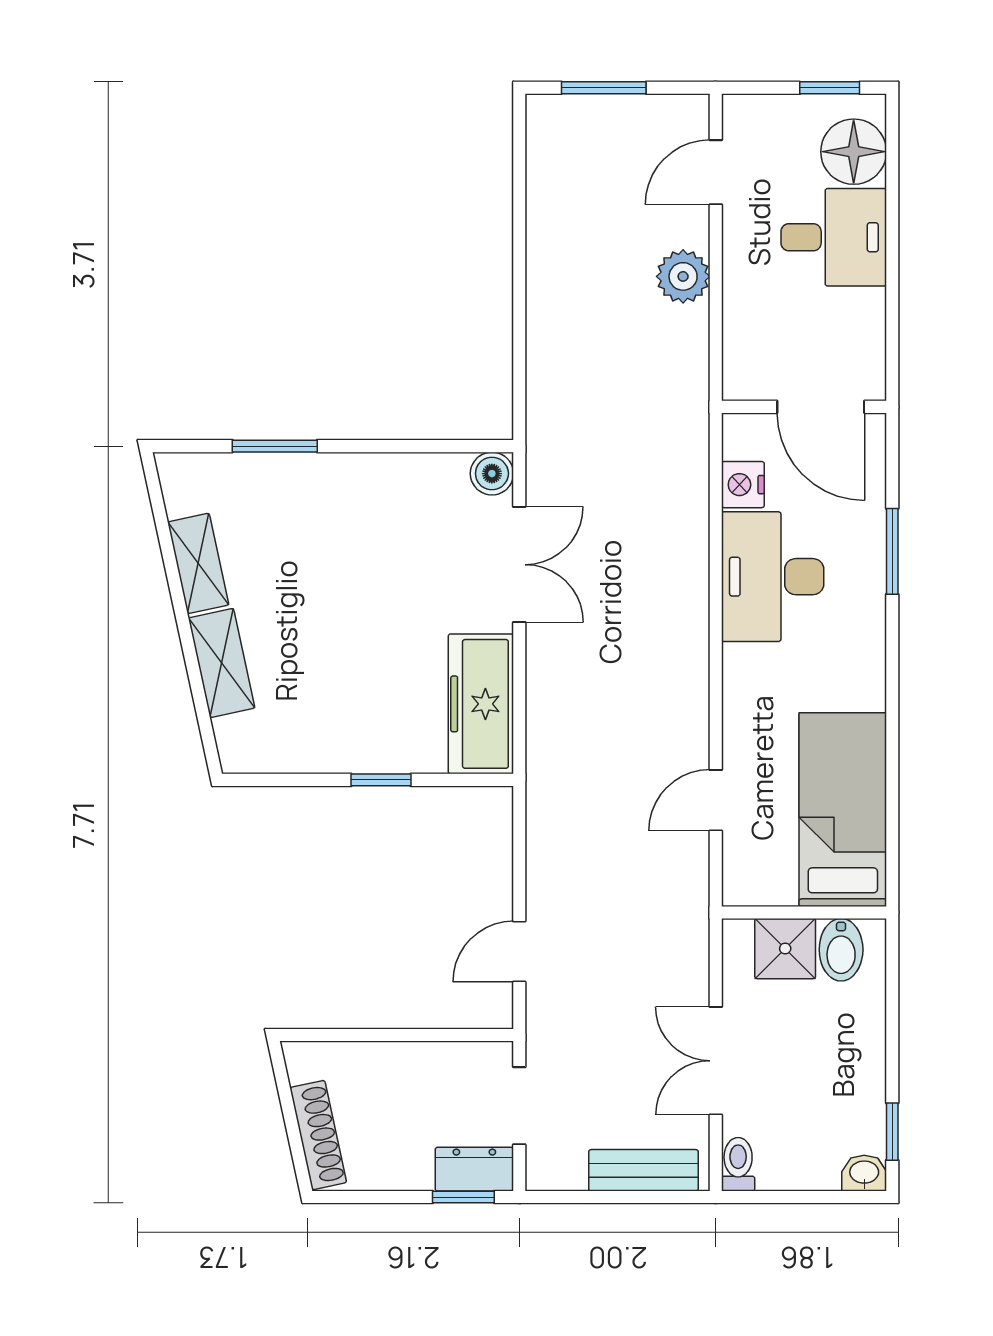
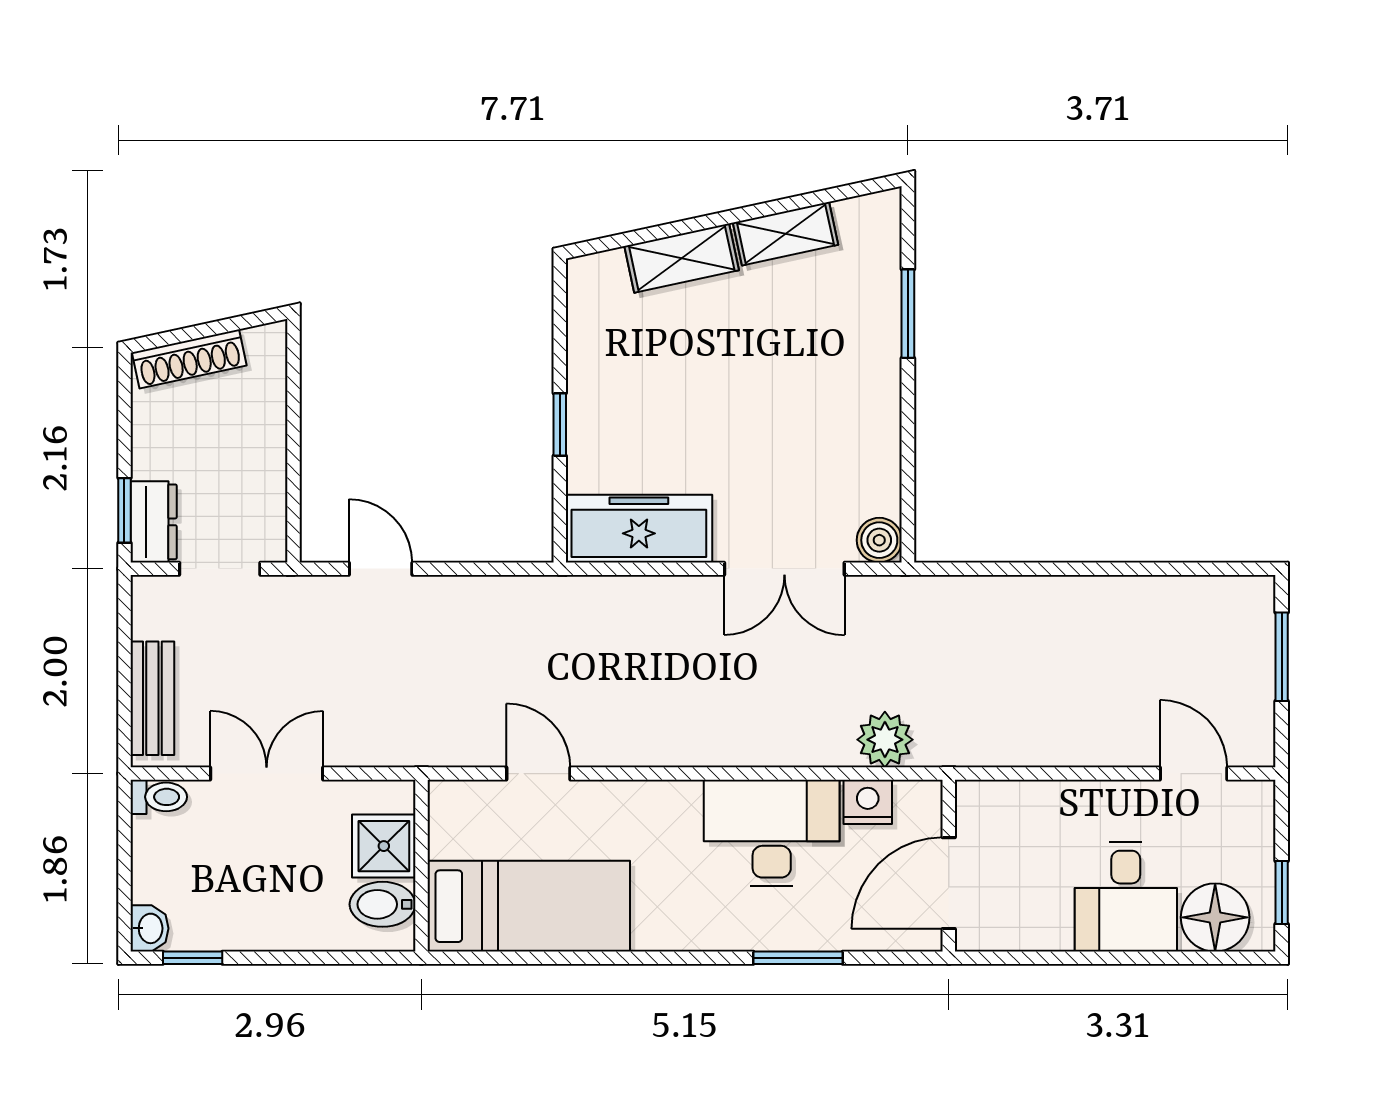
plant: (683, 276) -> (885, 740), moved

